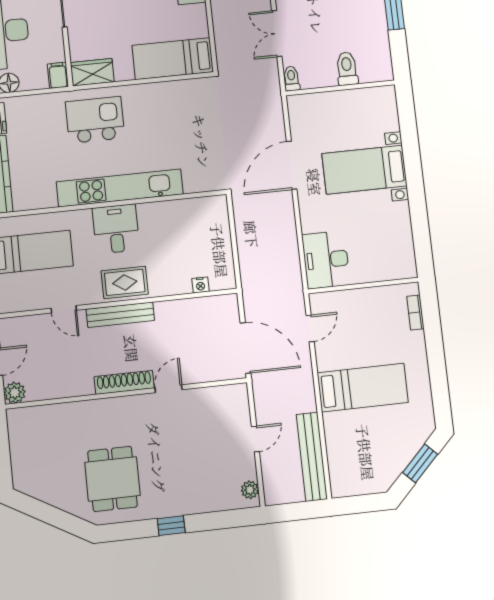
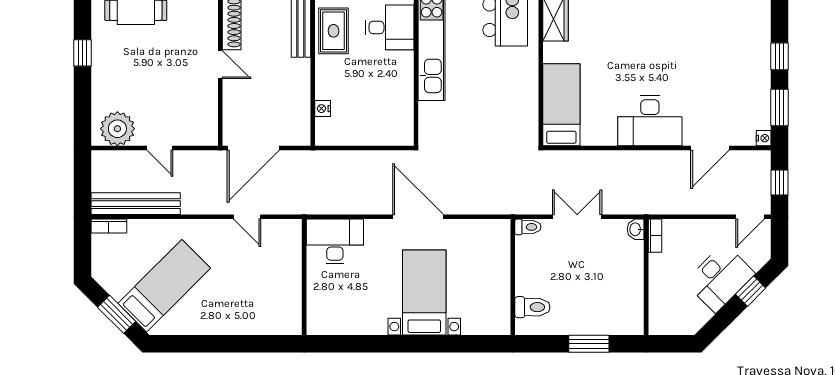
toilet: (347, 69) -> (532, 307), moved
door: (292, 165) -> (418, 217), moved
bookcase: (415, 313) -> (109, 226), moved, turned 180
door: (310, 328) -> (247, 217), moved
bed: (363, 388) -> (164, 286), moved, turned -135
plant: (250, 490) -> (117, 129), width x1.88, depth x1.88

